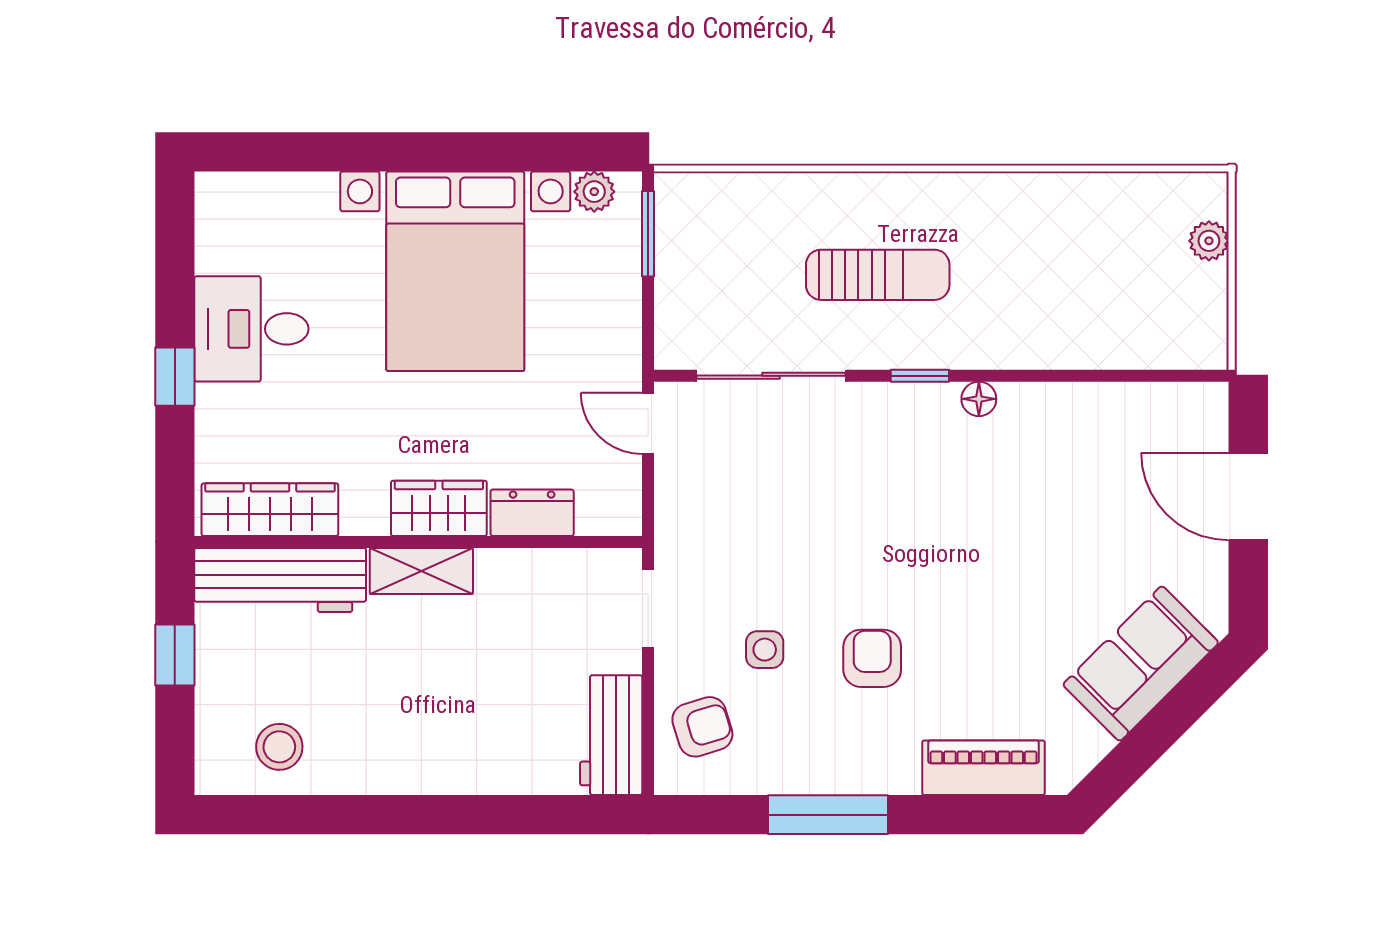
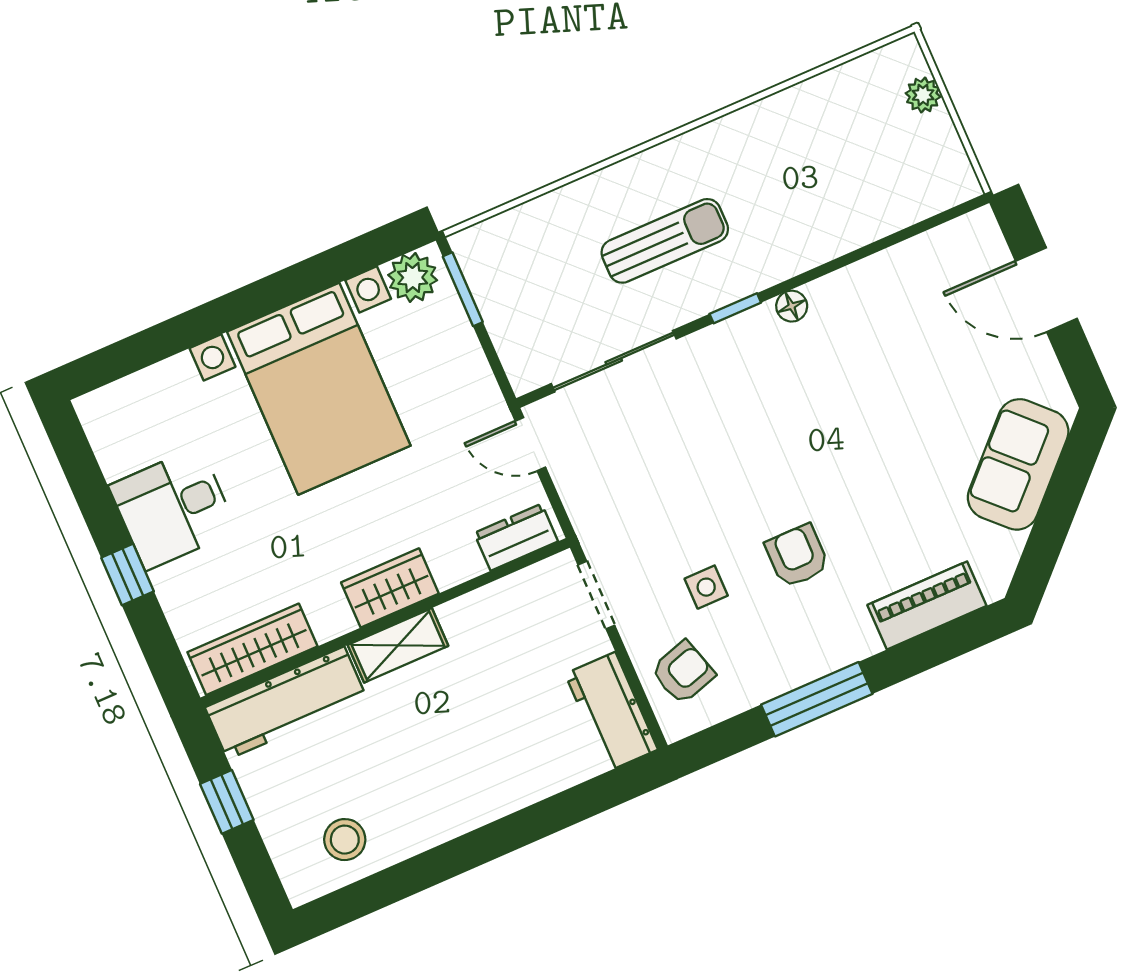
plant: (594, 192) -> (413, 278), width x1.38, depth x1.38
dresser: (532, 513) -> (516, 537), moved

